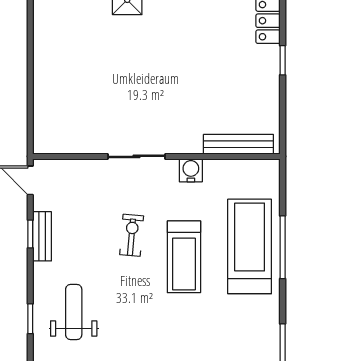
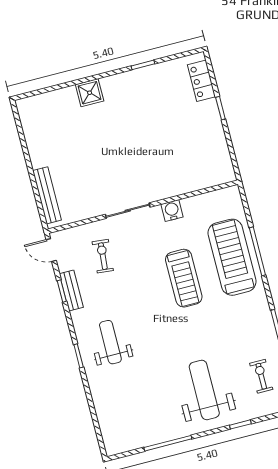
bench: (238, 144) -> (47, 195), moved, turned 90
exercise bike: (132, 235) -> (103, 256), moved

